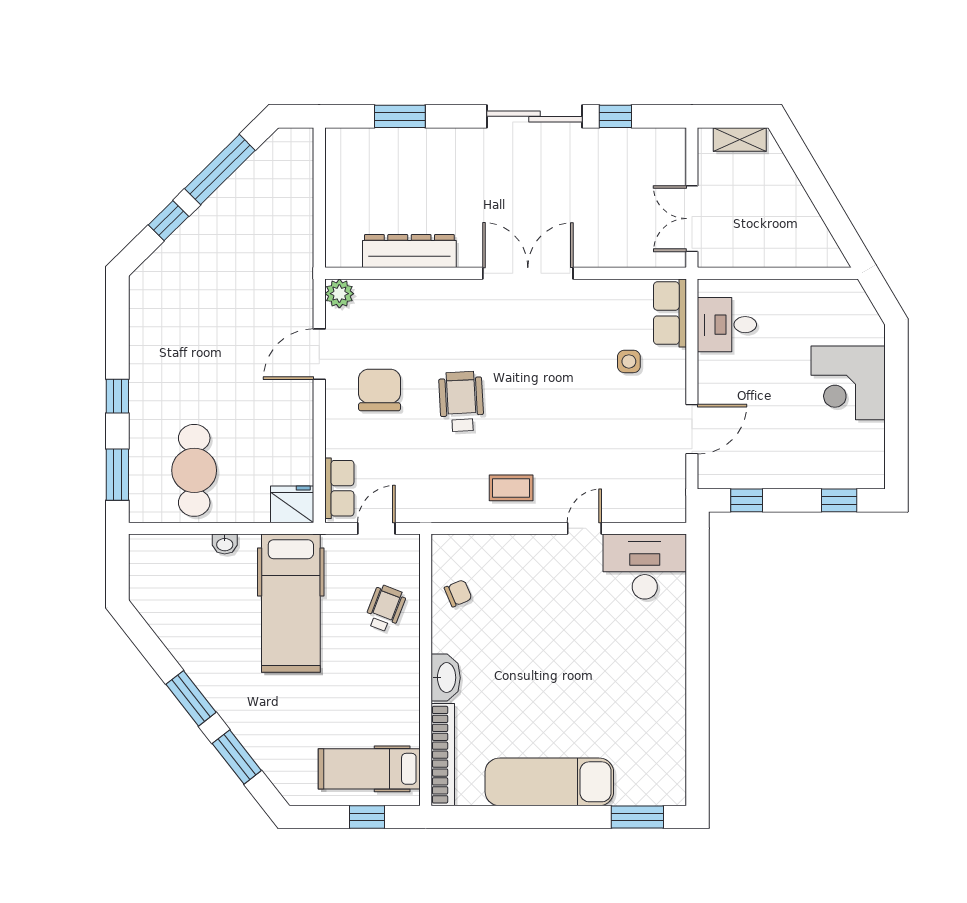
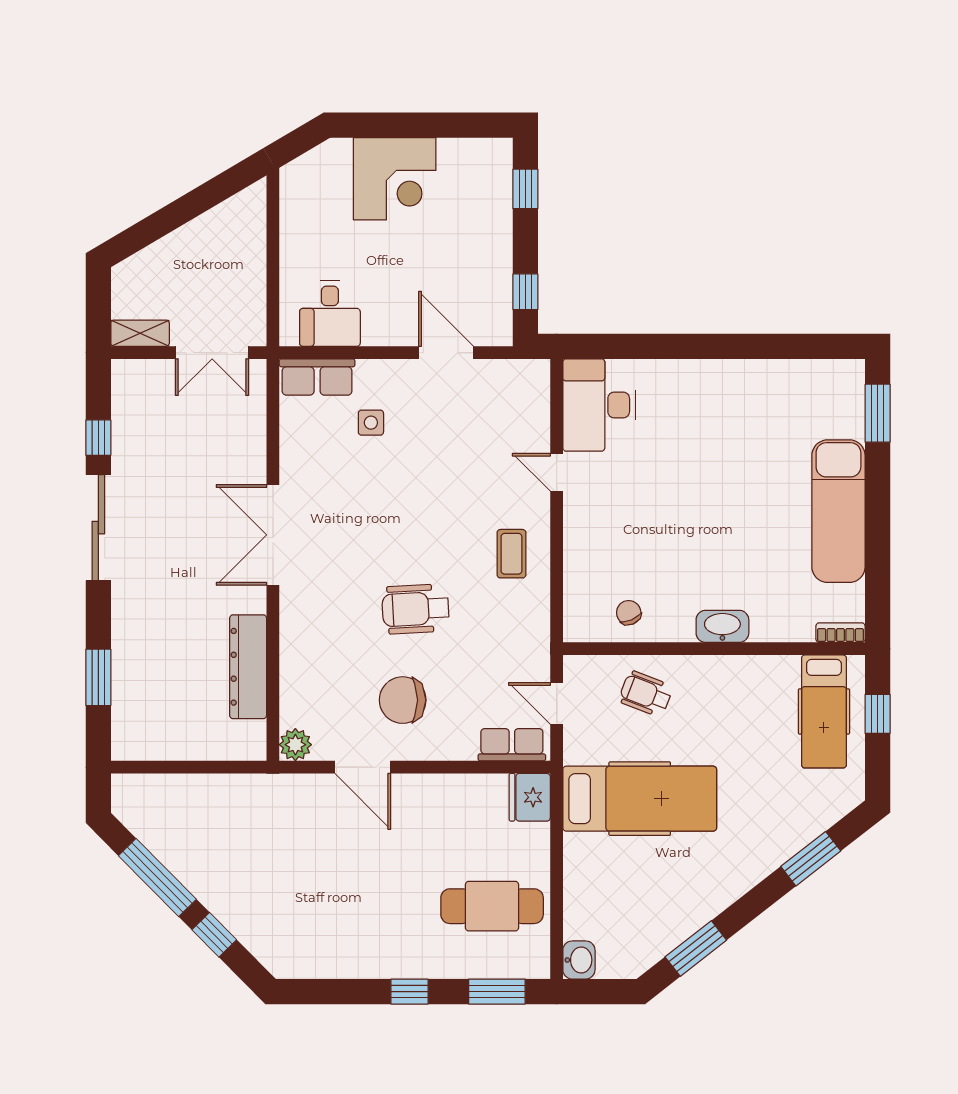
shelving: (740, 139) -> (140, 333), moved, turned 90
washbasin: (225, 544) -> (579, 960), moved, width x1.38, depth x1.45
window: (191, 698) -> (696, 949), moved
bookcase: (443, 755) -> (840, 633), width x0.43, depth x0.76

